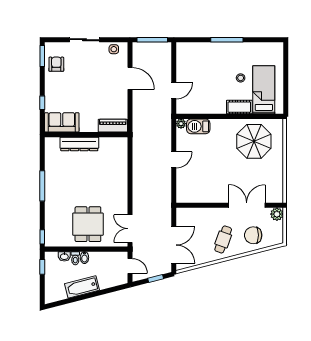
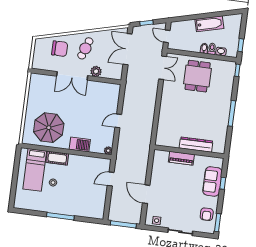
sofa: (62, 122) -> (212, 181), moved, turned 90
piano: (113, 126) -> (181, 158), moved
barbecue: (198, 126) -> (80, 145), moved
double door: (247, 205) -> (72, 76), moved
plant: (277, 214) -> (96, 71), moved

